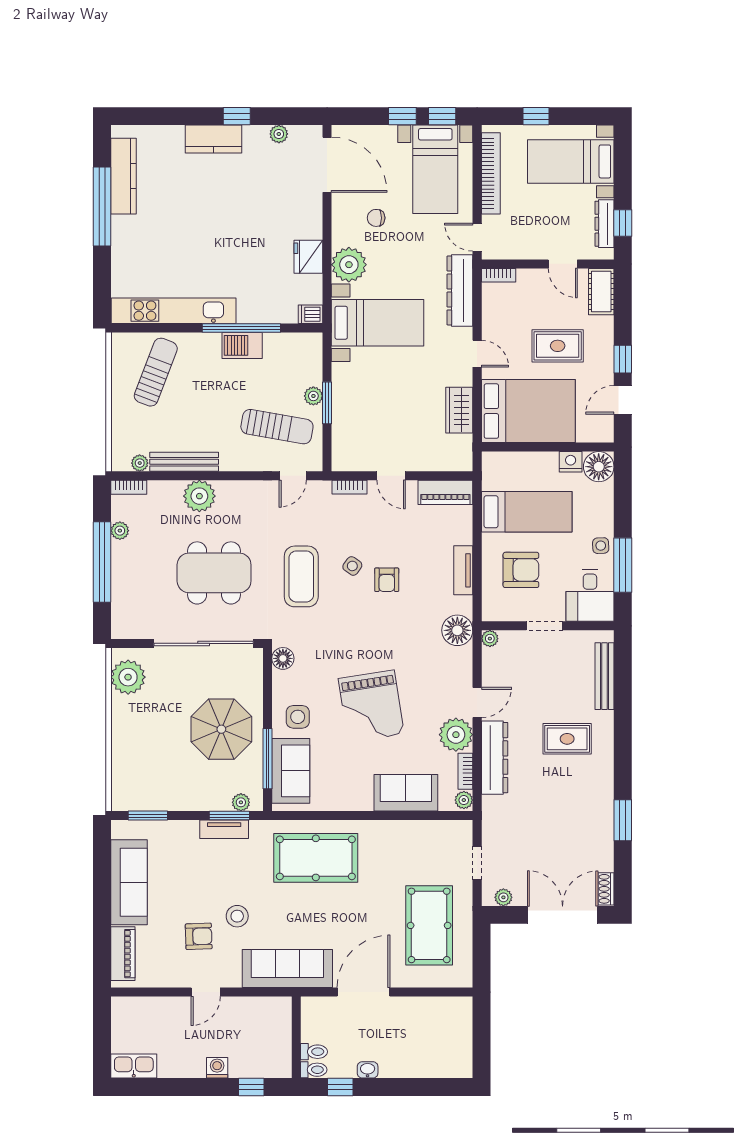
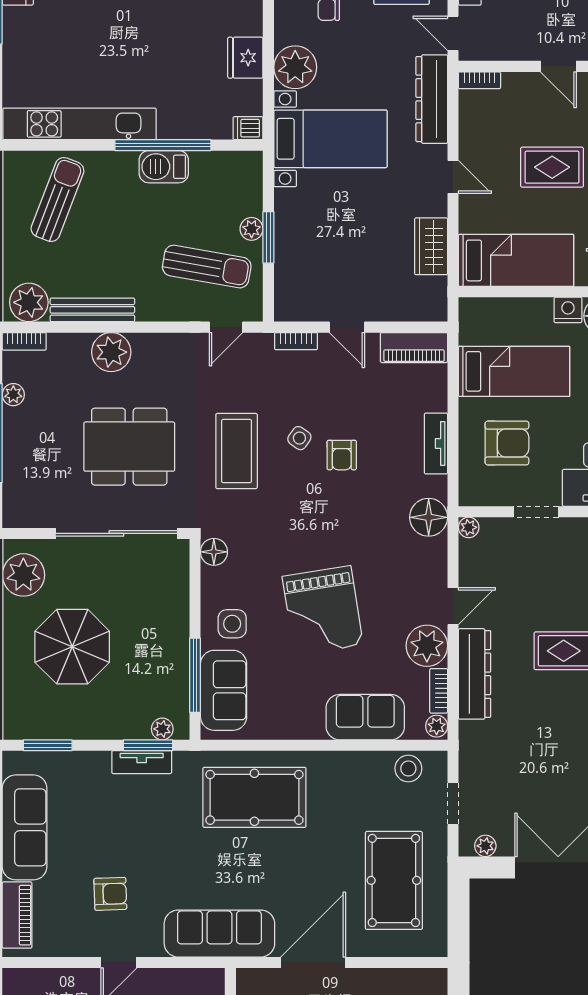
bed: (528, 411) -> (516, 260), width x0.67
plant: (140, 463) -> (29, 302), width x1.88, depth x1.88
parasol: (221, 729) -> (72, 647), moved
stool: (237, 916) -> (408, 768), moved

